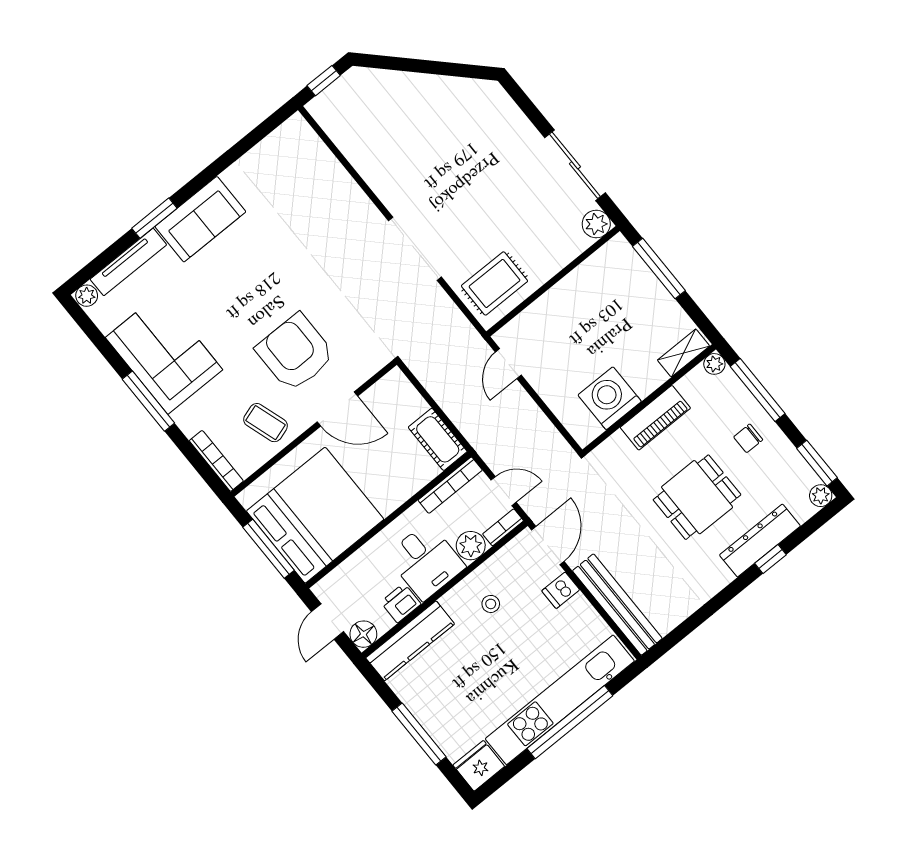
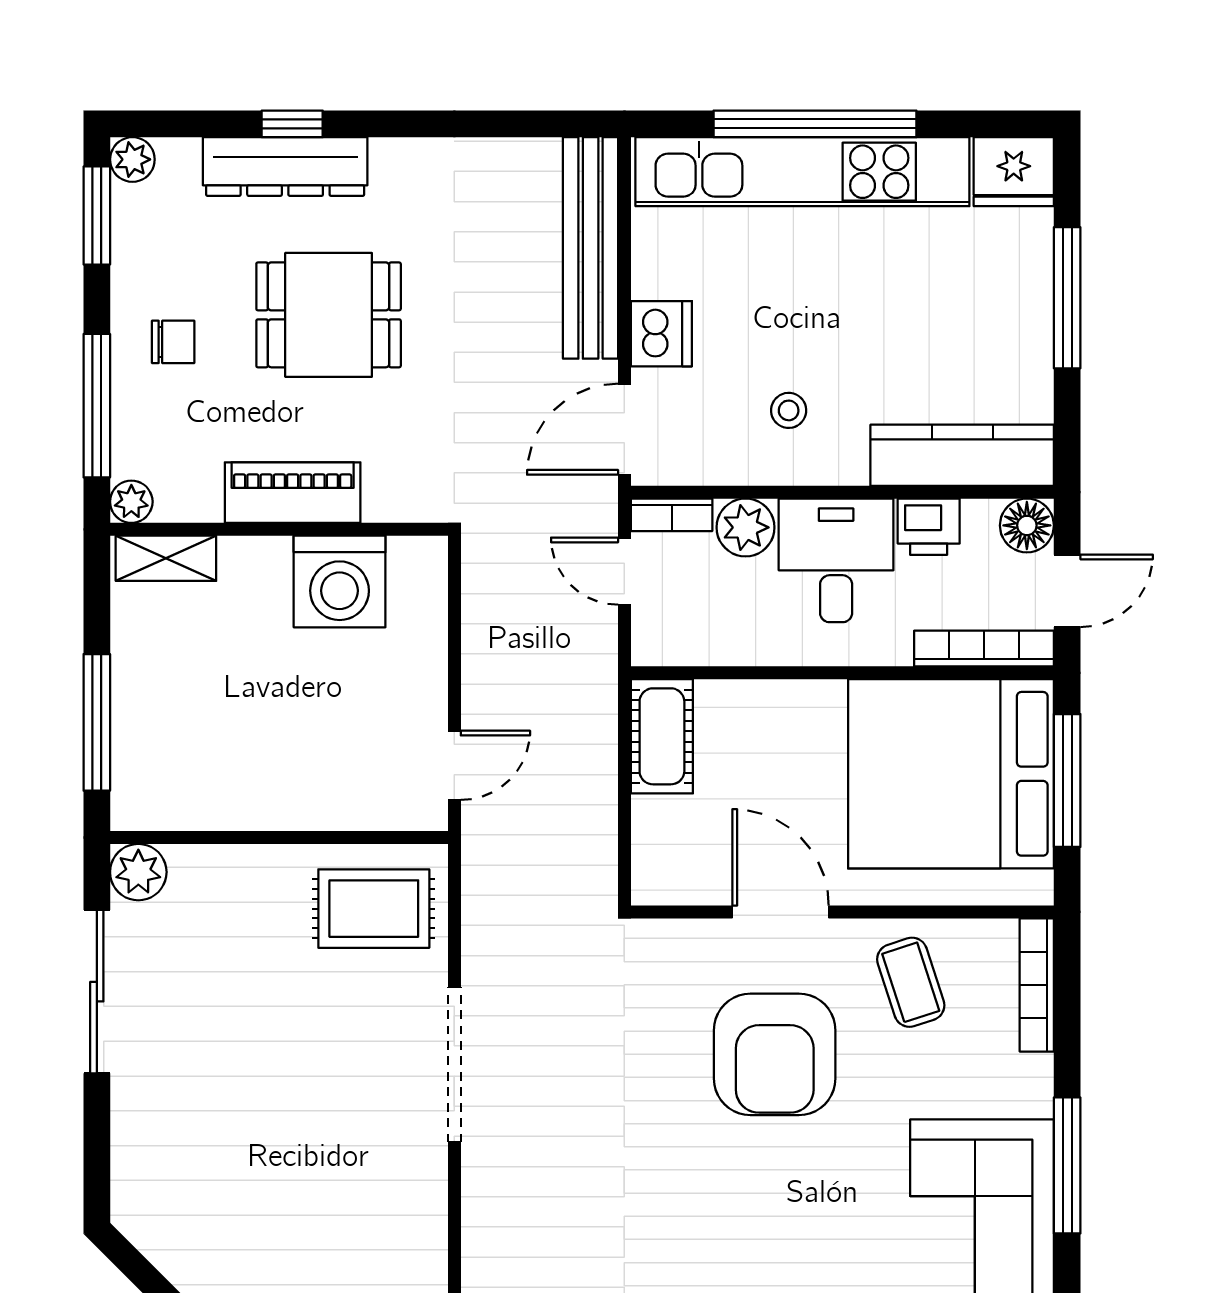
bookcase: (450, 485) -> (984, 649), moved
dishwasher: (561, 590) -> (661, 334), width x1.38

